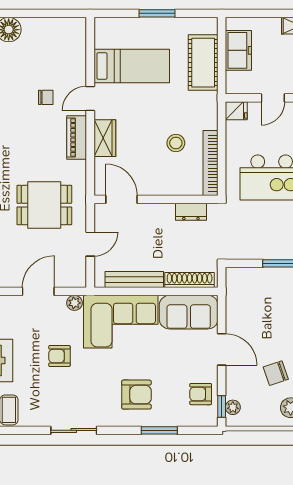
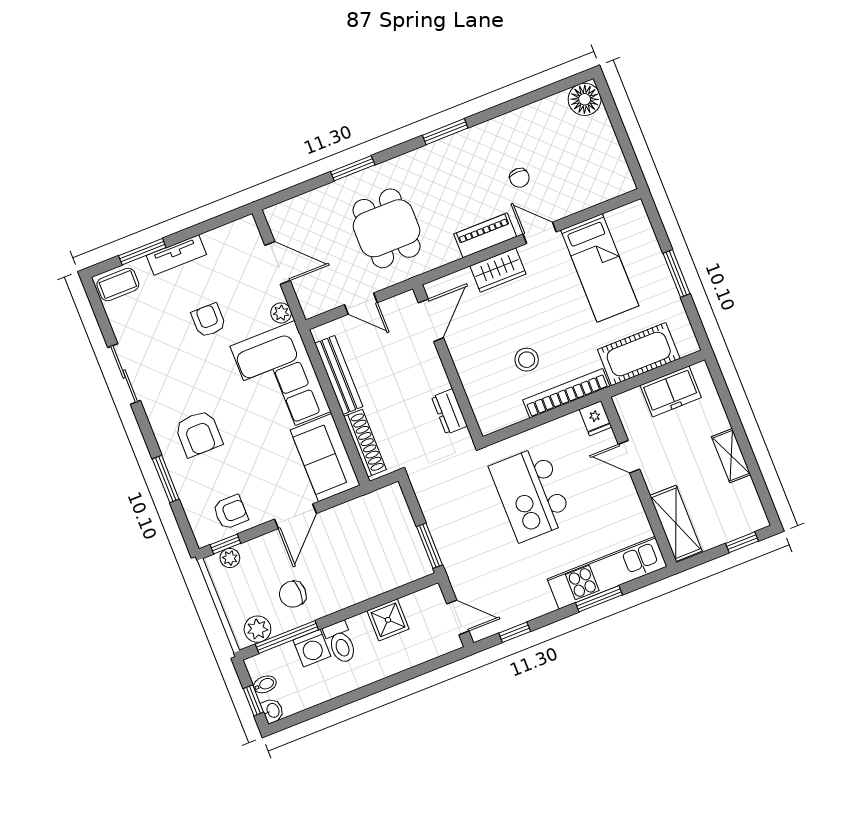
bookcase: (211, 163) -> (566, 393), moved
chair: (276, 373) -> (293, 594), turned -71
armchair: (201, 394) -> (230, 512), turned 90

